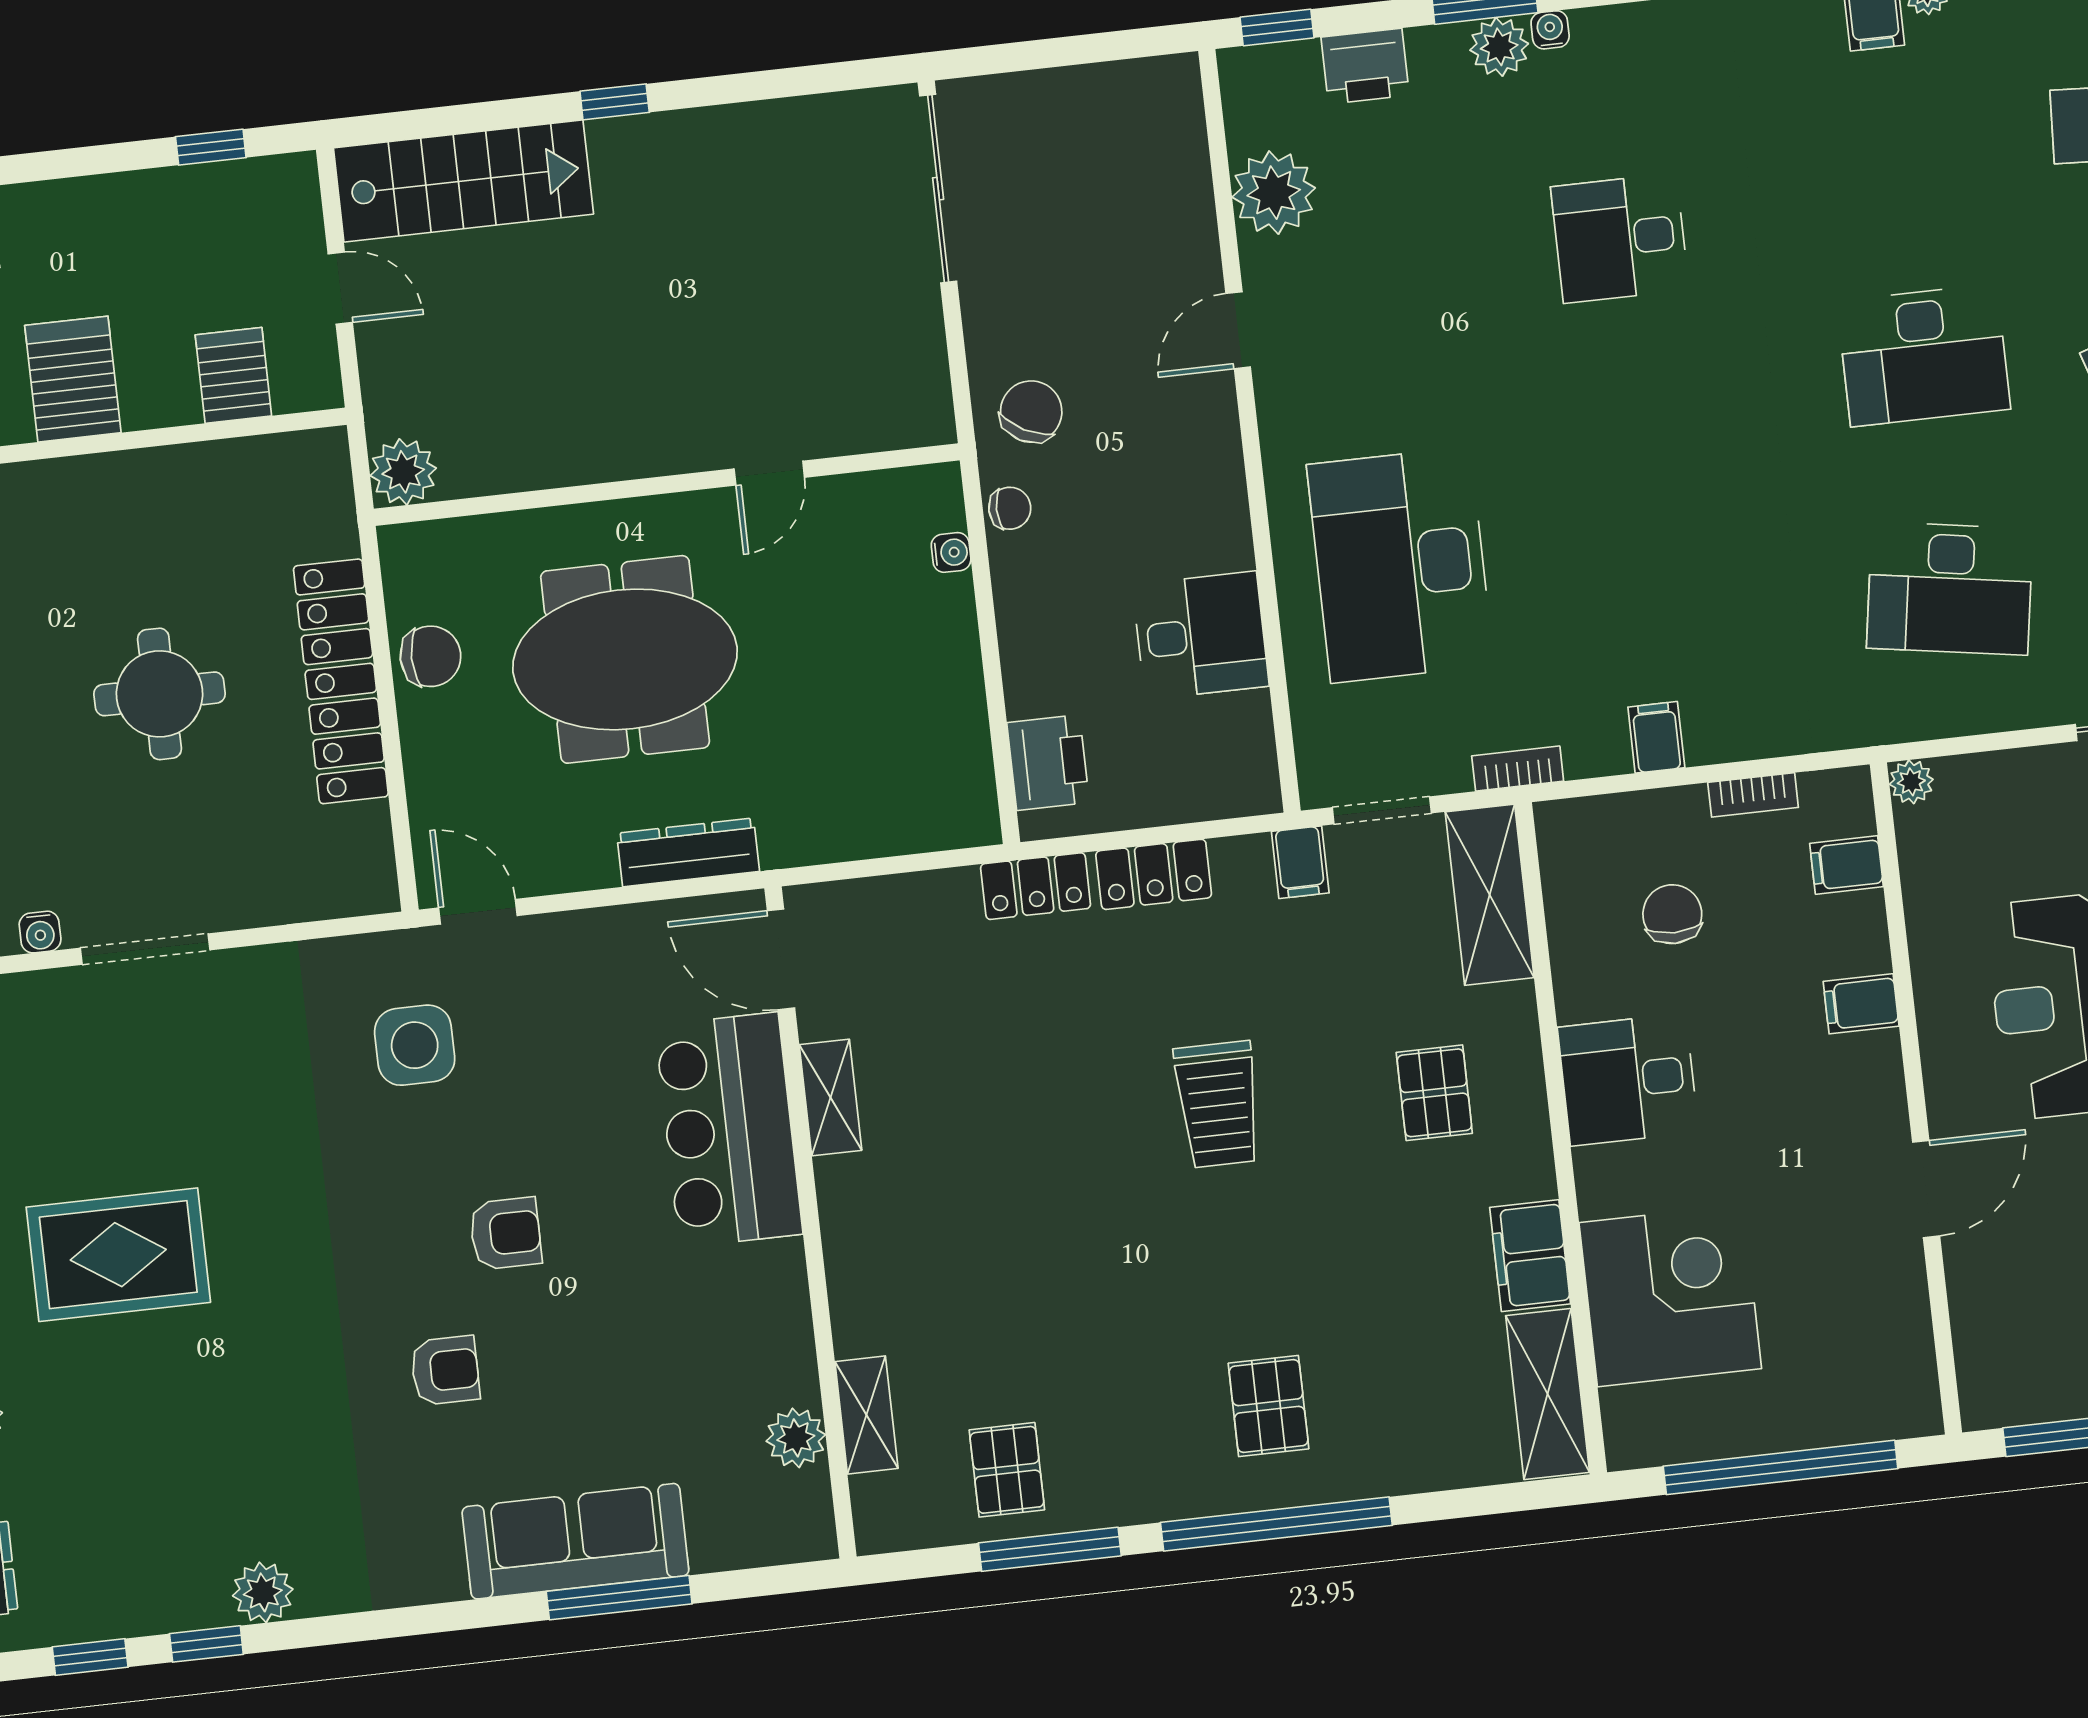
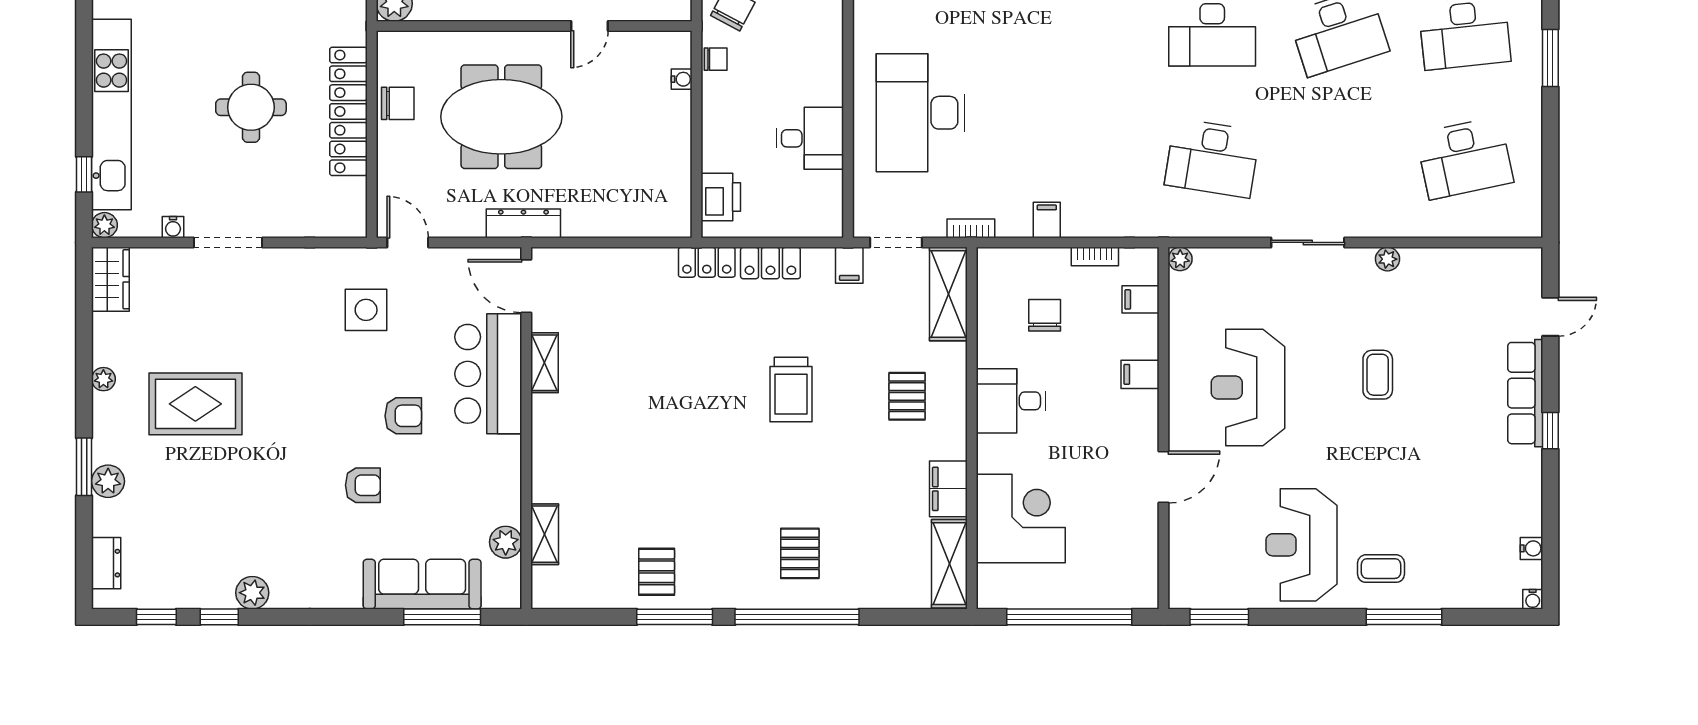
door: (781, 959) -> (526, 286), moved
shelving: (831, 1097) -> (545, 363), moved
bar counter: (729, 1130) -> (488, 374), moved
wall: (810, 1222) -> (526, 428), moved
shelving: (866, 1415) -> (545, 534), moved
plant: (796, 1438) -> (506, 542), moved

